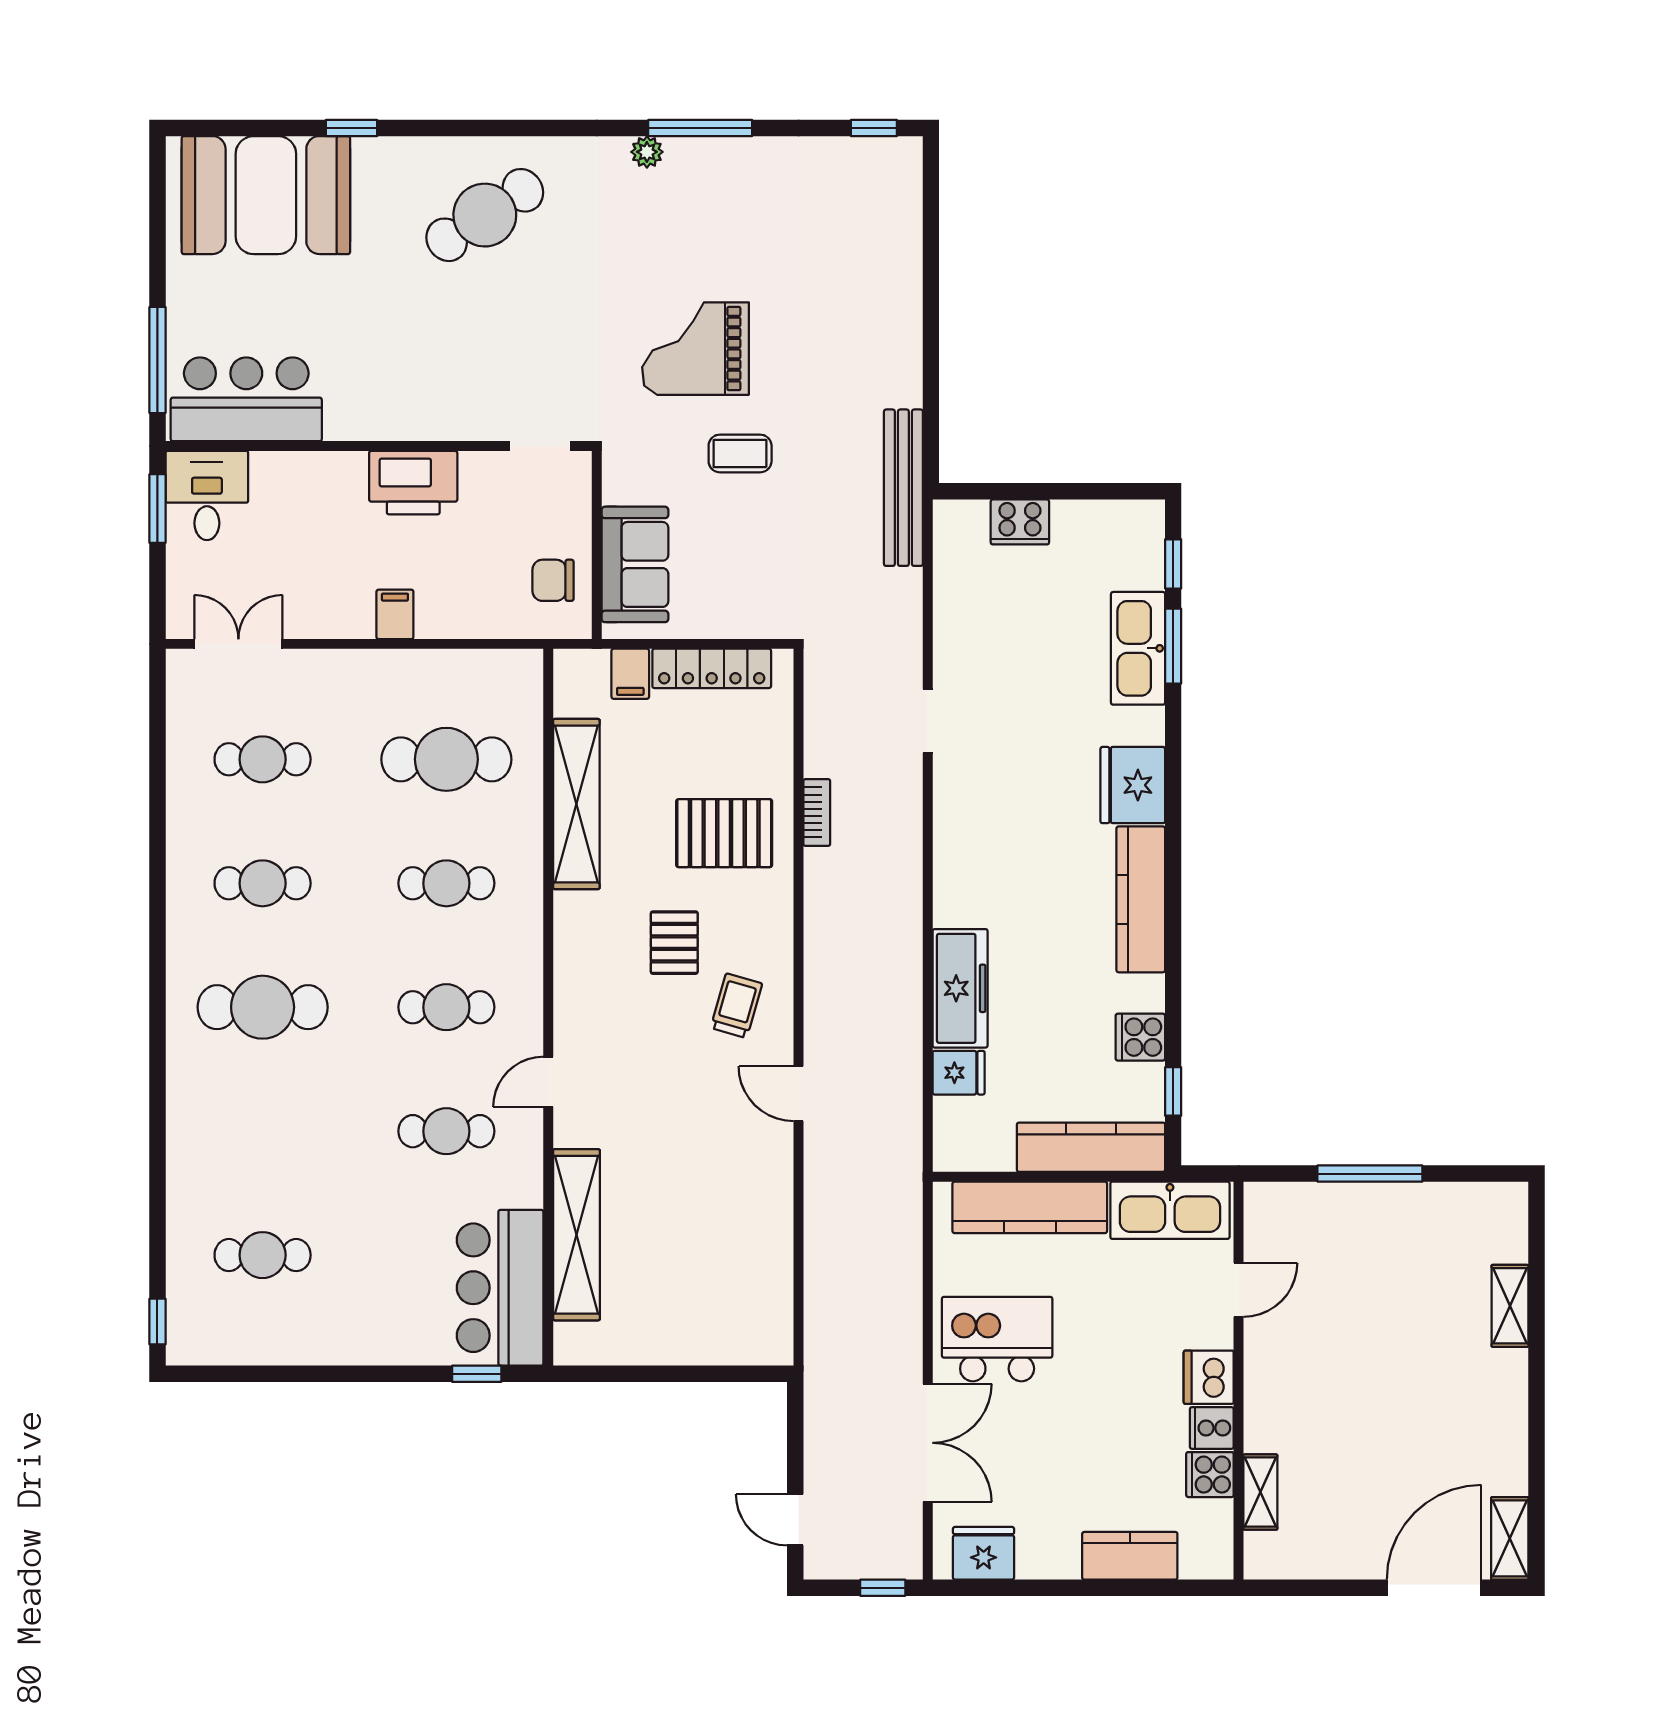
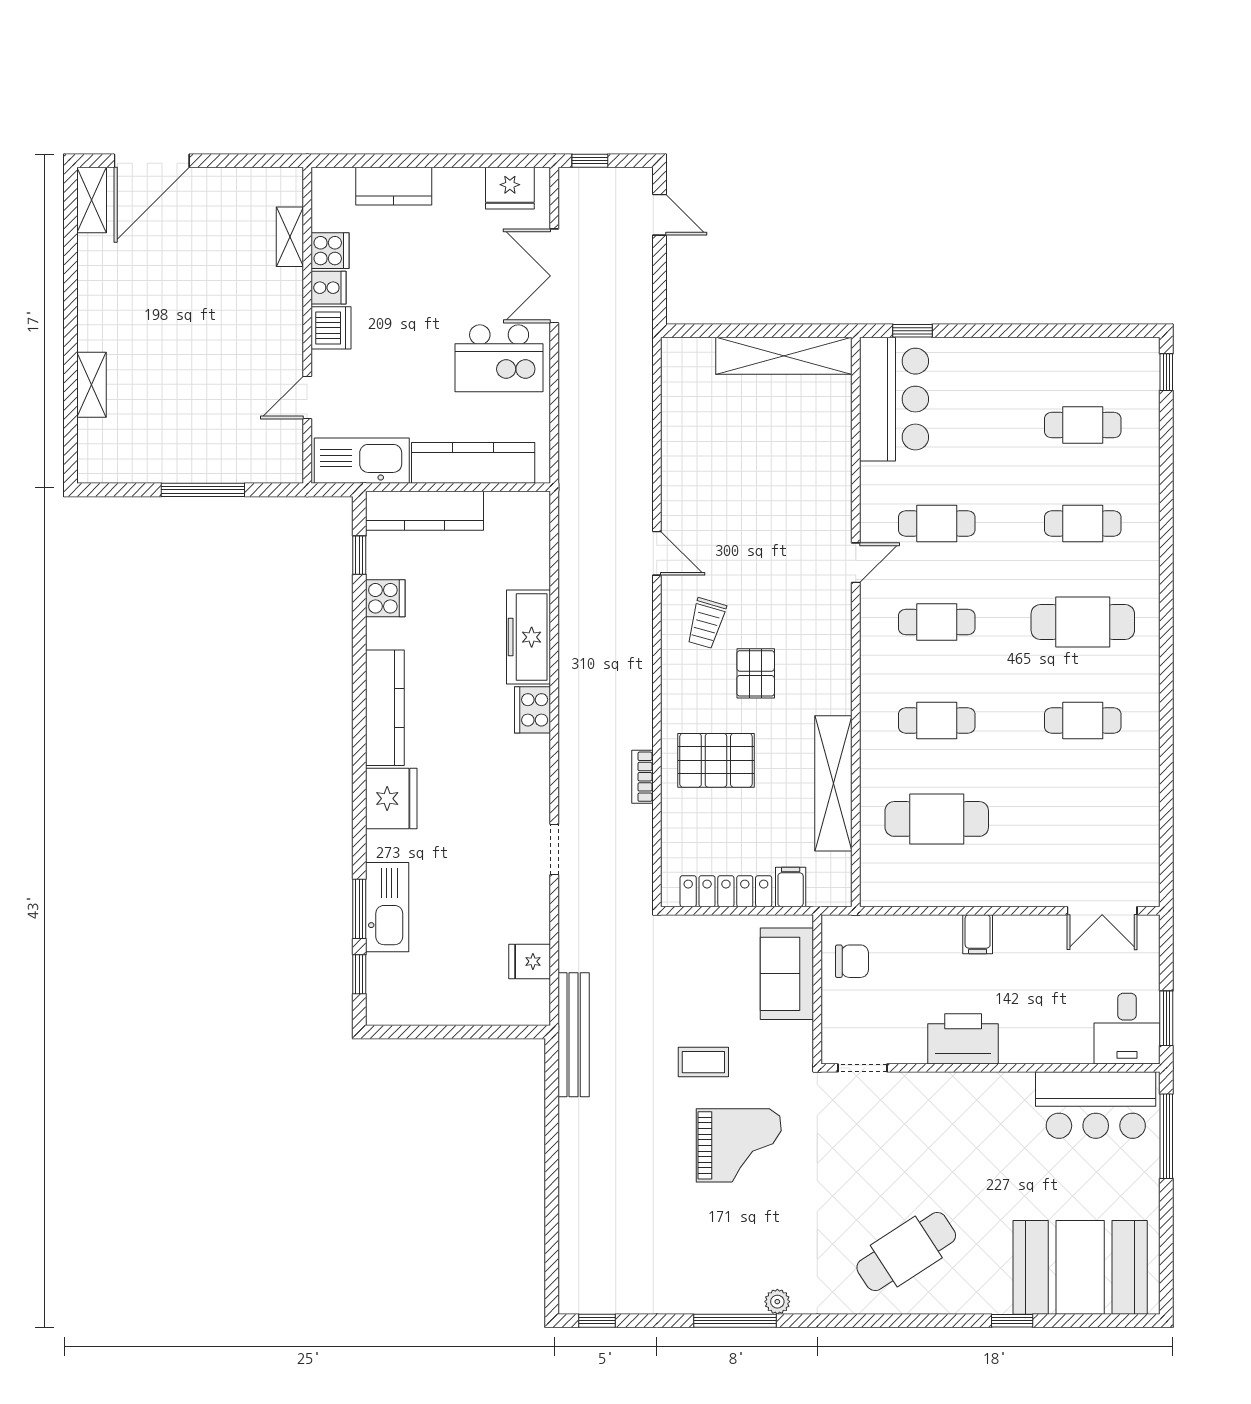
cooker: (1020, 522) -> (532, 710), moved, turned -90
cafe table: (263, 759) -> (1083, 524), moved
fridge: (959, 1073) -> (530, 961), moved
shelving: (576, 1235) -> (784, 356), moved, turned 90

